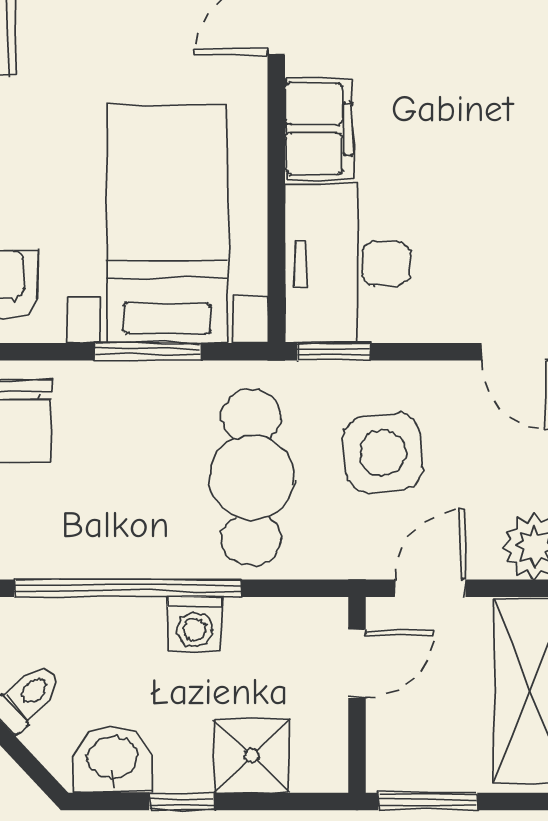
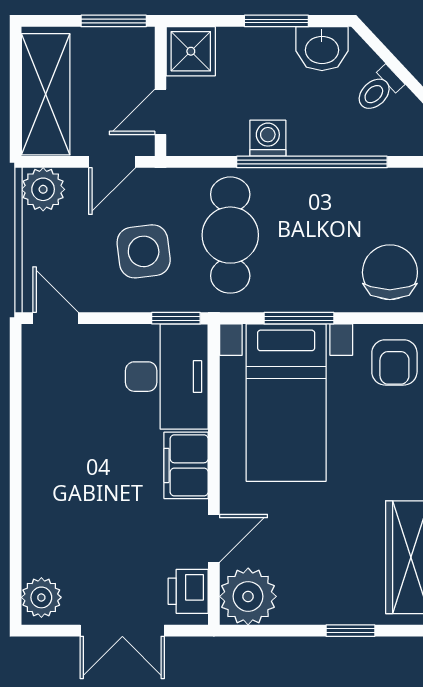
shower: (252, 756) -> (191, 51), moved
window: (182, 802) -> (276, 21), width x1.50

